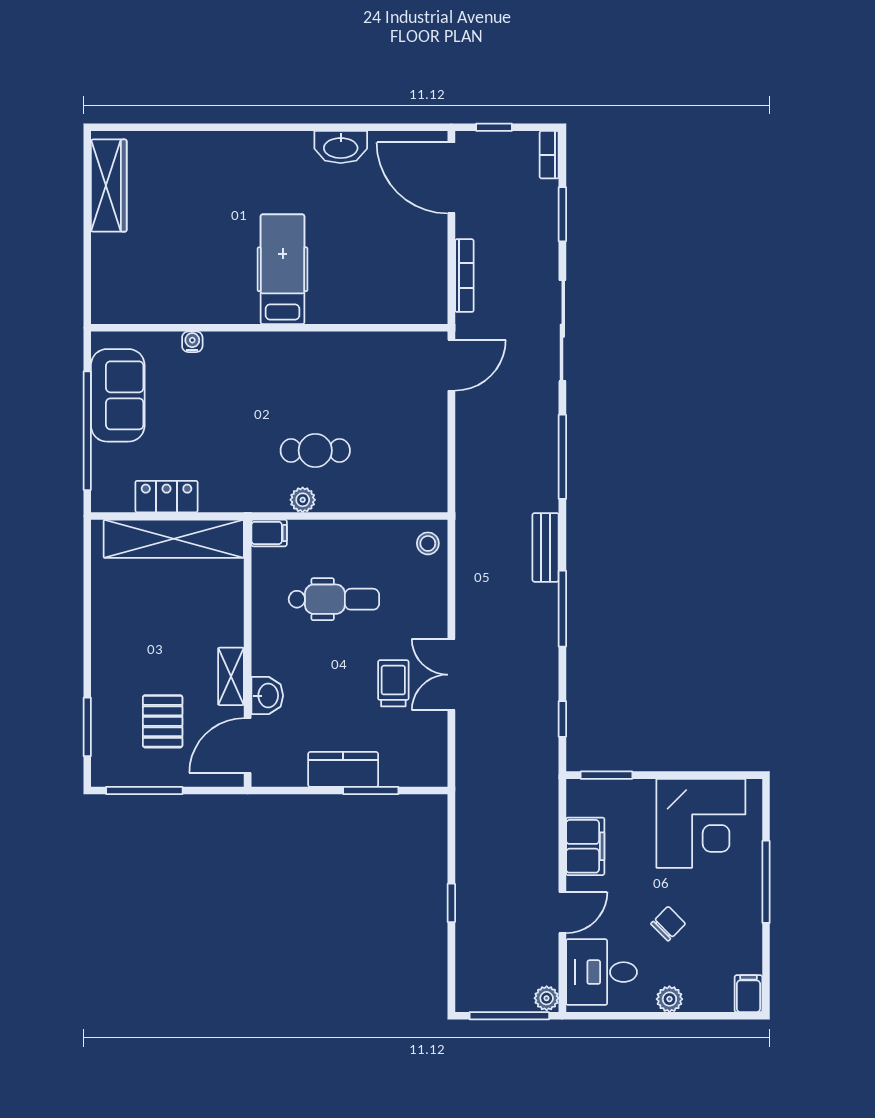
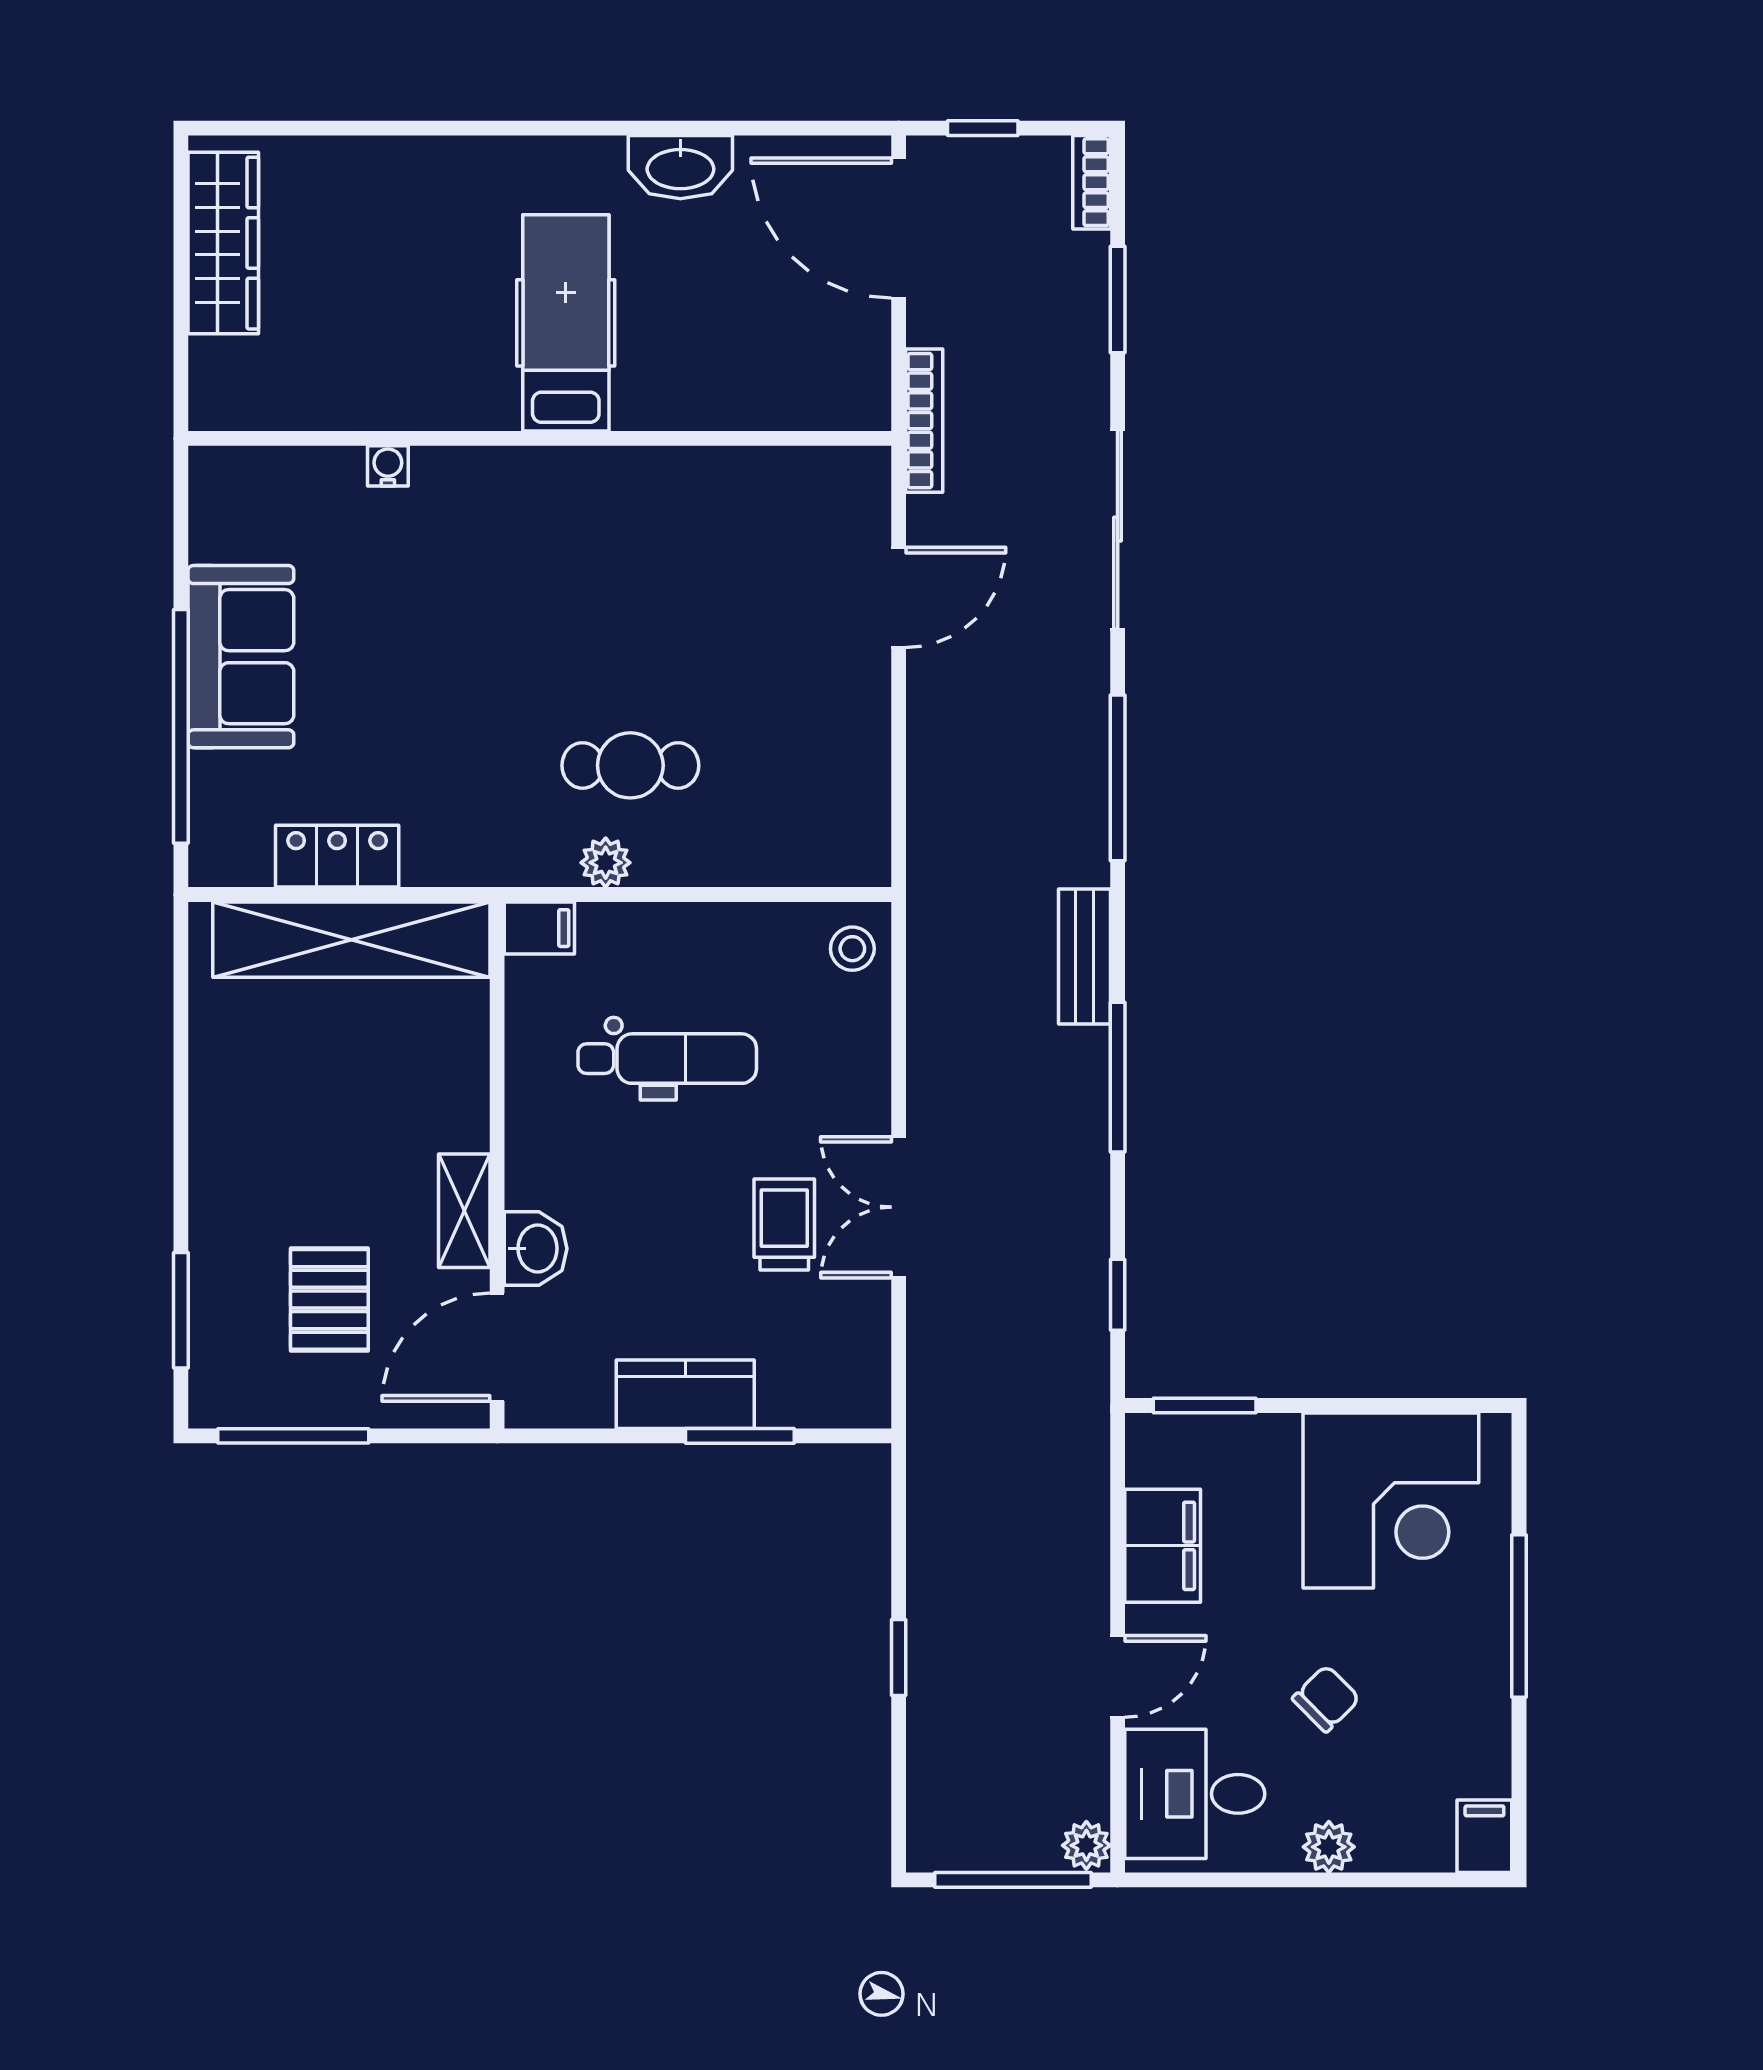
hospital bed: (283, 269) -> (566, 323), moved
wall: (269, 328) -> (540, 438), moved
water cooler: (192, 342) -> (388, 466), moved

